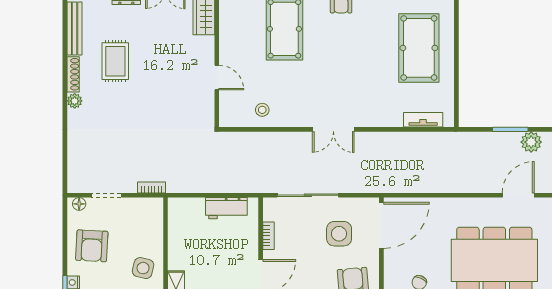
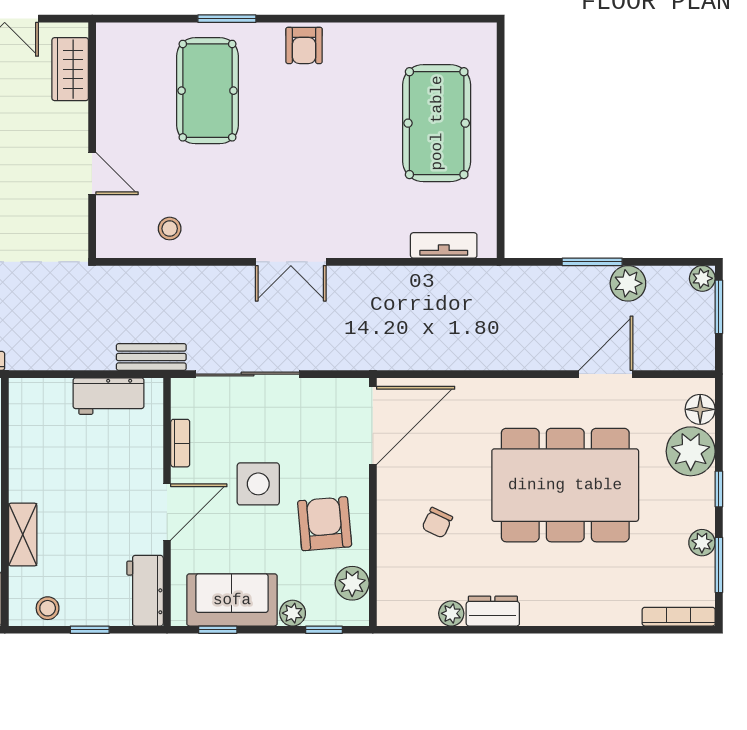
bench: (251, 185) -> (151, 357), added
side table: (339, 234) -> (258, 484), moved

